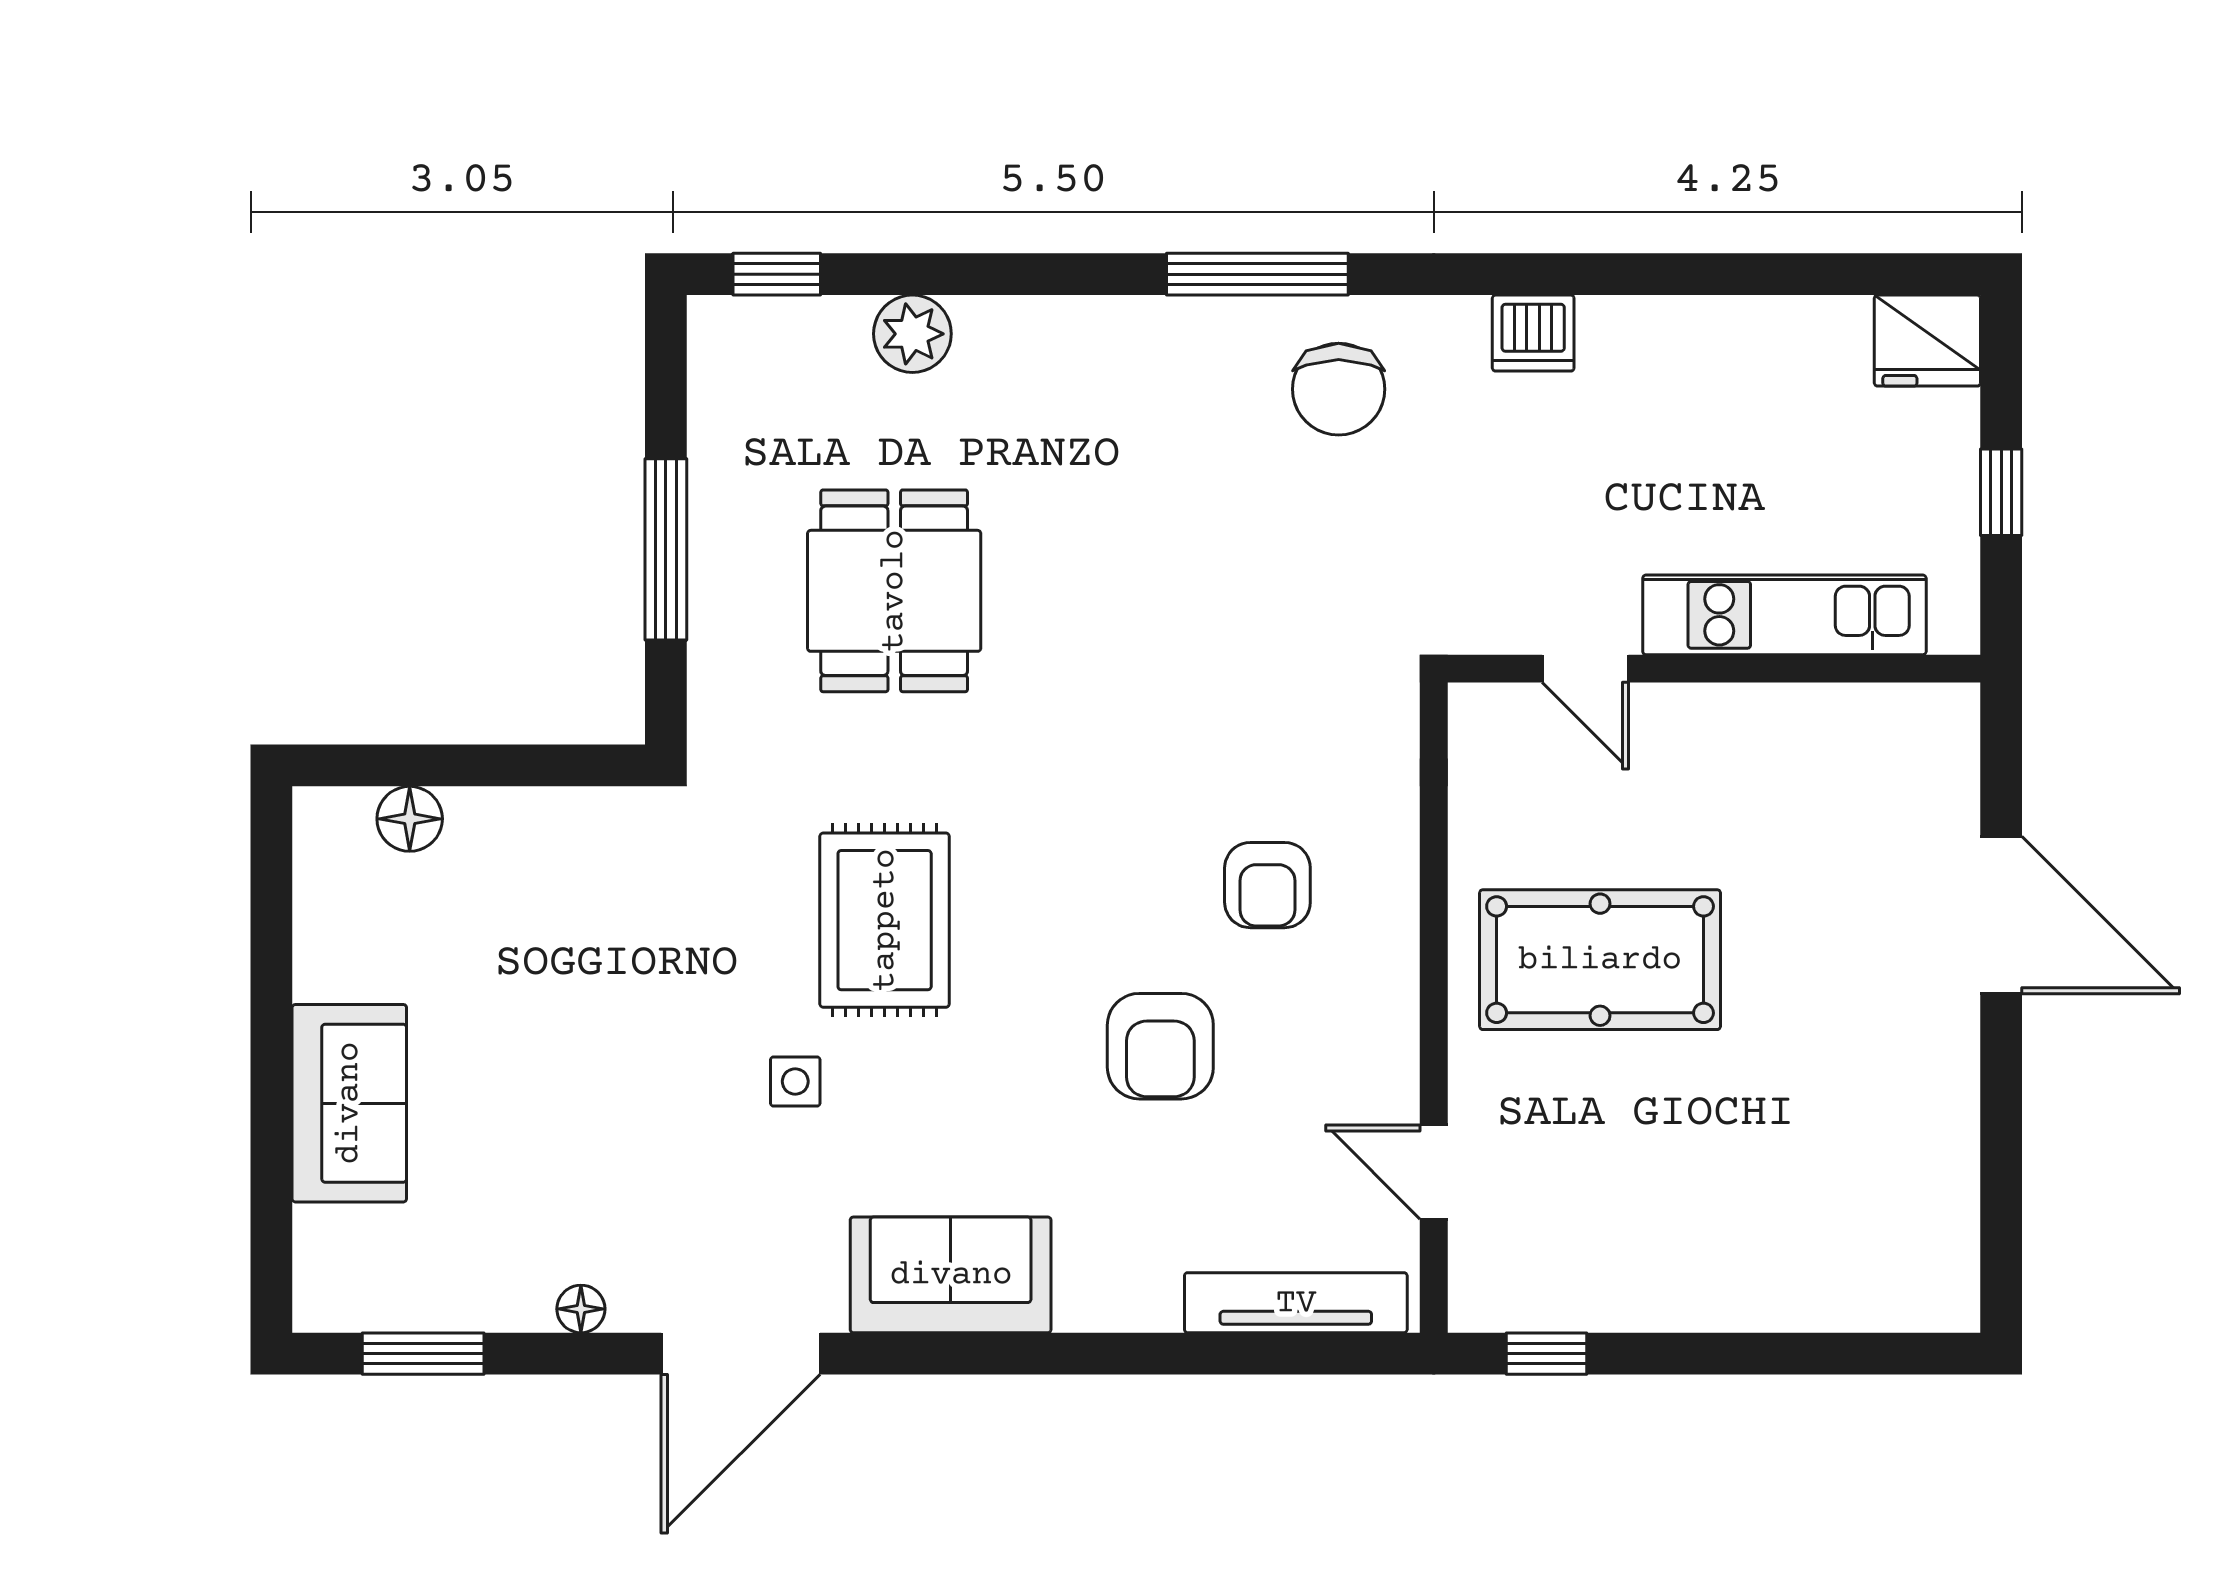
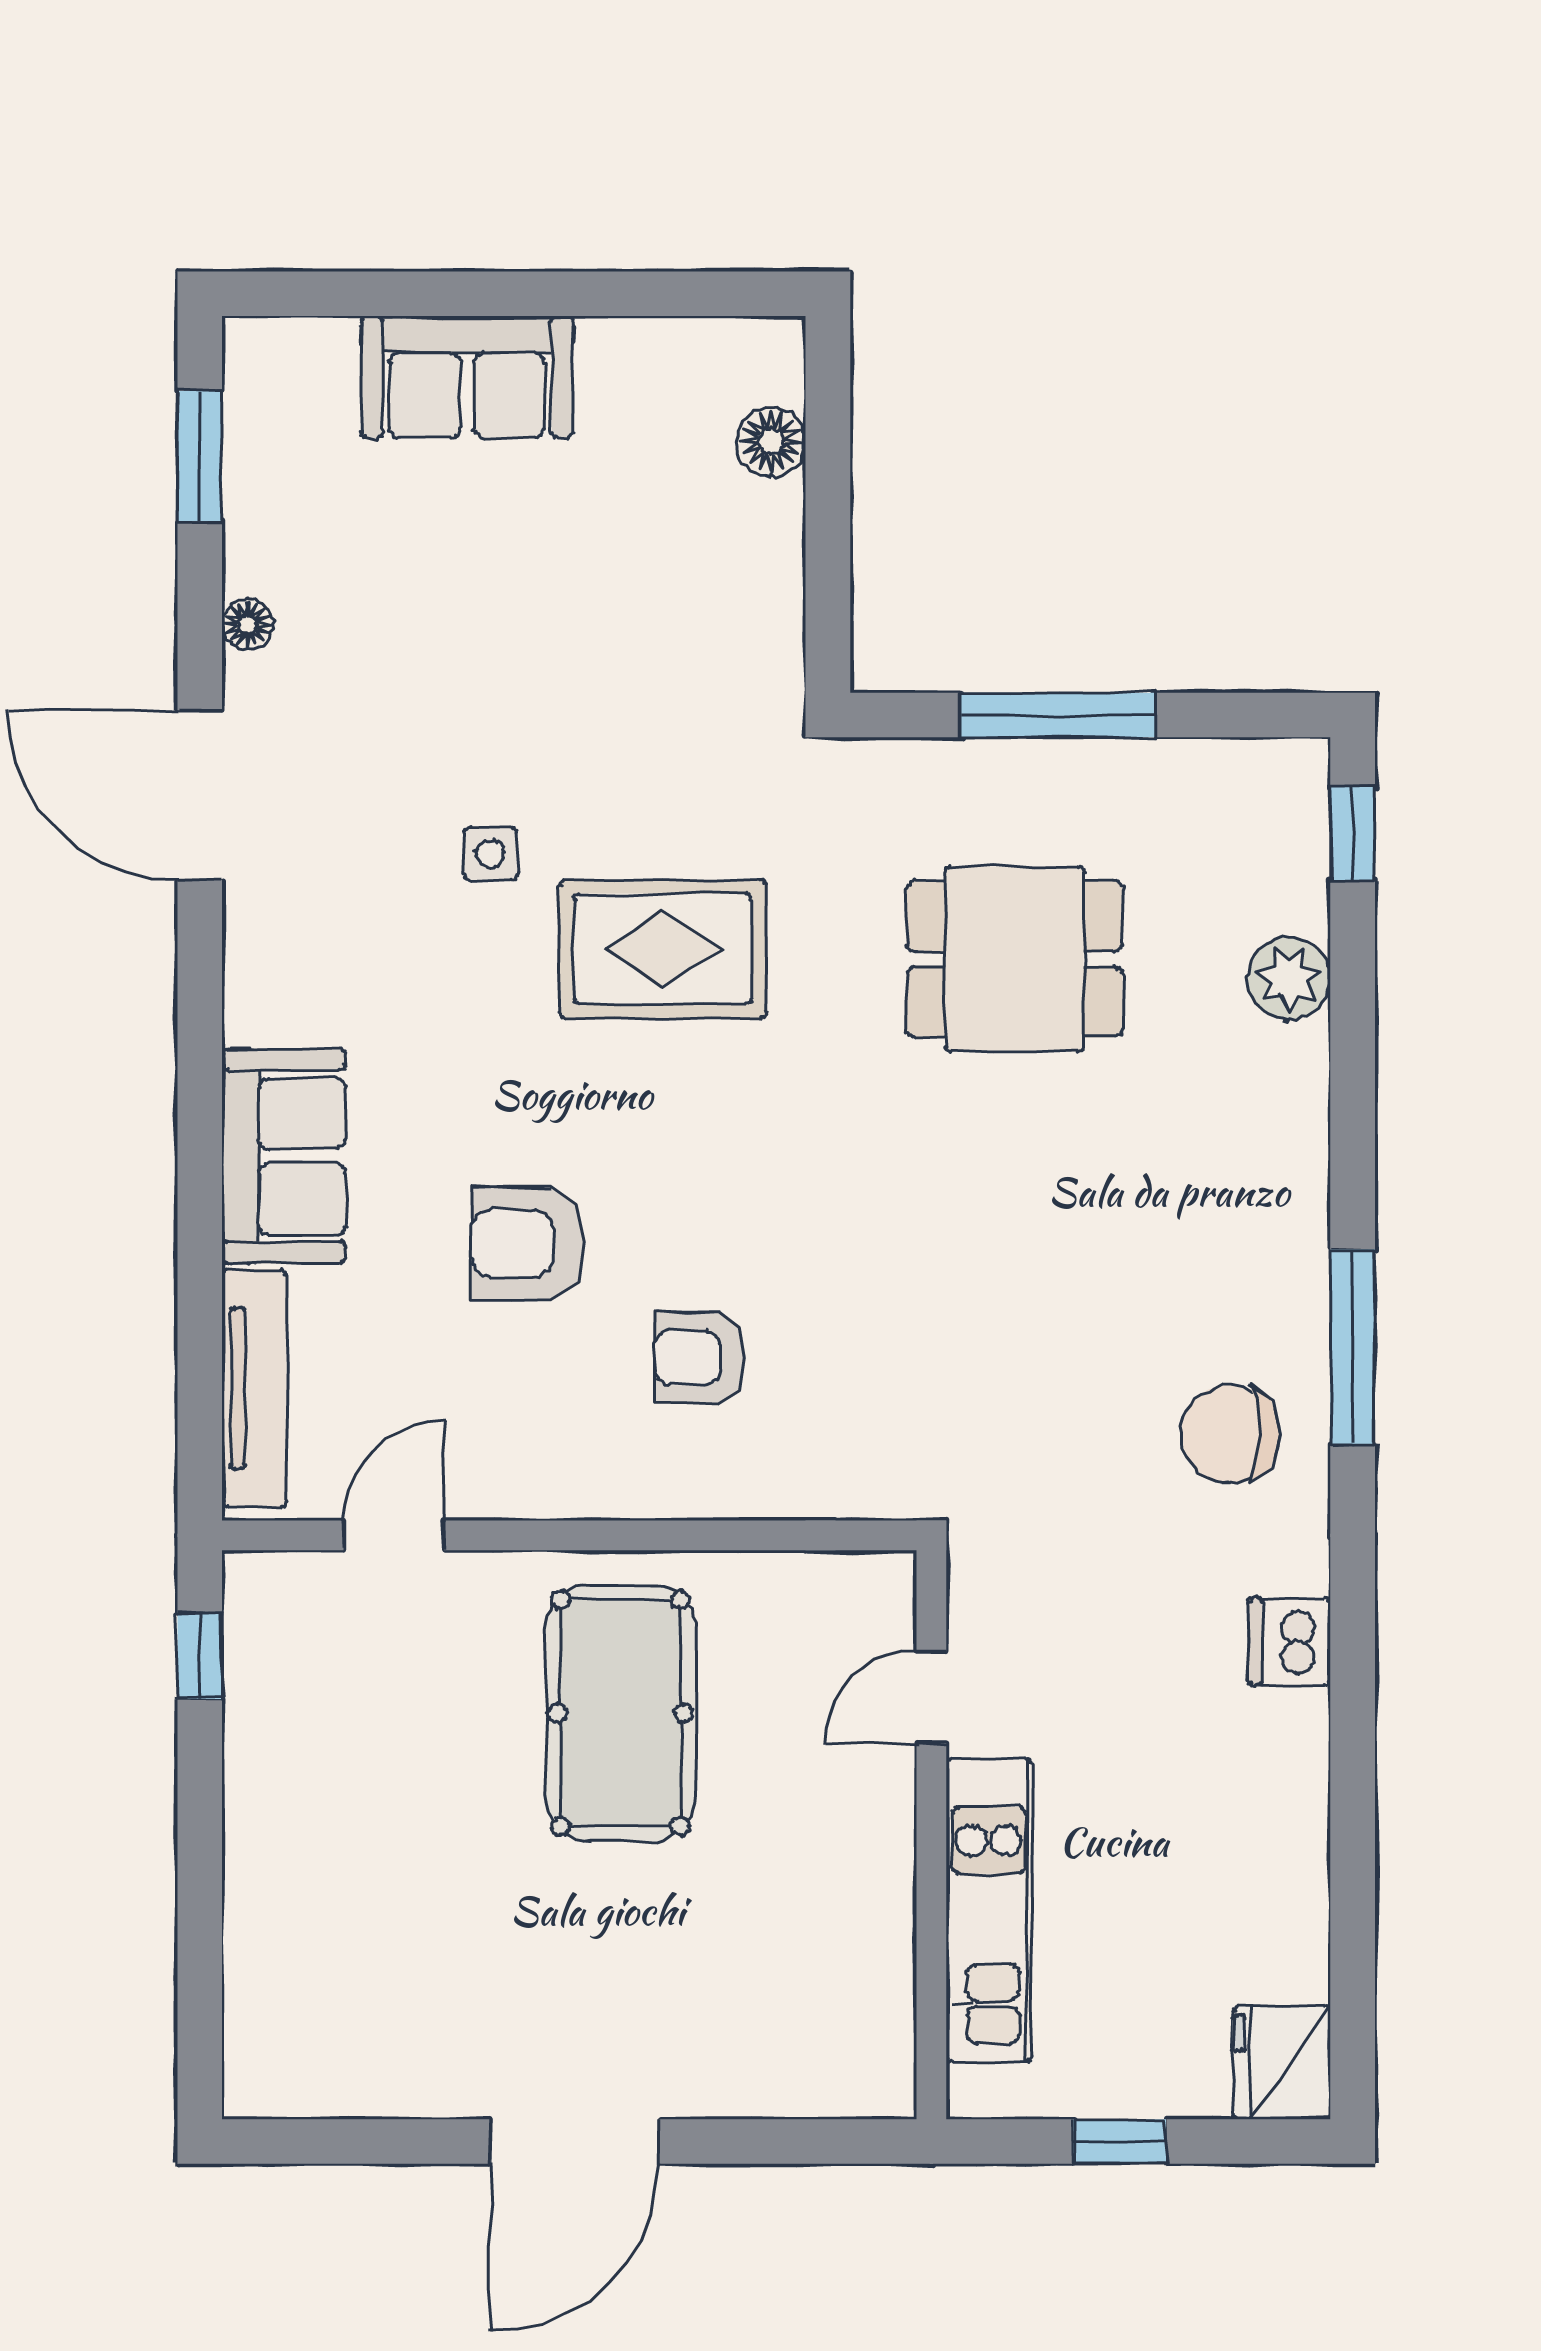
door: (2001, 915) -> (575, 2141), moved
sofa: (951, 1275) -> (284, 1156), moved

